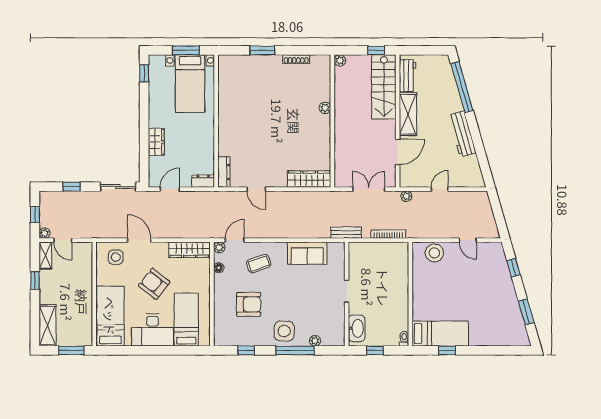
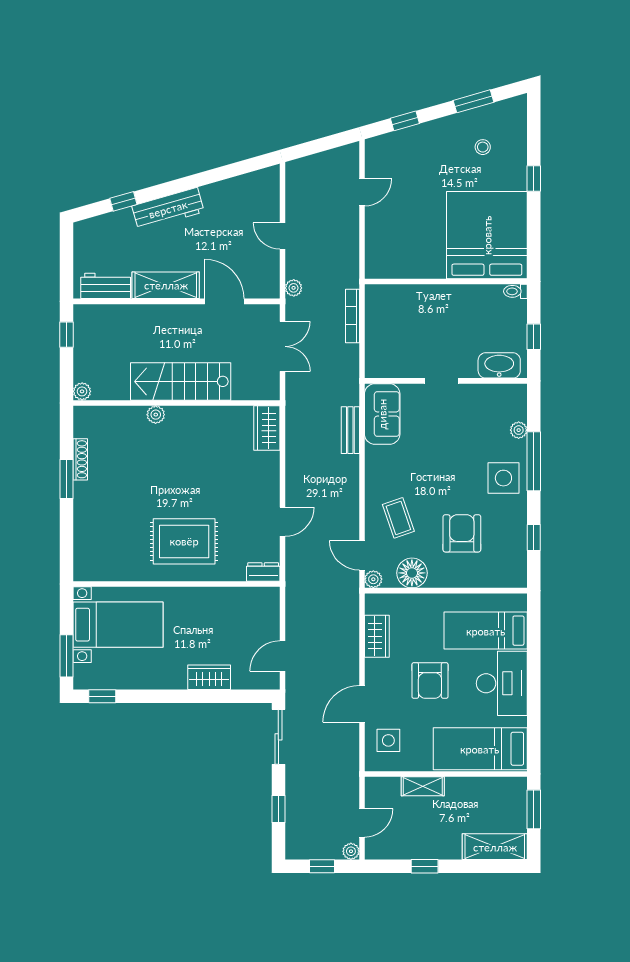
window: (186, 50) -> (66, 656), moved
window: (262, 50) -> (66, 479), moved
stairs: (384, 87) -> (181, 381), moved, turned 180
window: (462, 87) -> (123, 201), width x0.32
rug: (244, 126) -> (184, 541), added
workbench: (462, 134) -> (168, 209), moved
dresser: (224, 172) -> (263, 572), width x0.70
wardrobe: (309, 179) -> (267, 428), width x0.67
dresser: (203, 181) -> (270, 604), removed
door: (170, 189) -> (282, 656), hinge flipped
double door: (369, 189) -> (282, 346), swing flipped
bench: (346, 233) -> (350, 430), moved
wardrobe: (189, 250) -> (377, 636), width x0.67
sofa: (307, 253) -> (382, 414), moved
stool: (434, 253) -> (483, 147), moved, width x0.53, depth x0.53
shelving: (45, 256) -> (423, 786), moved
floor lamp: (219, 268) -> (412, 573), width x1.89, depth x1.89
armchair: (154, 284) -> (430, 680), turned -38
bed: (440, 334) -> (487, 235), width x2.04
window: (447, 350) -> (534, 179), moved

